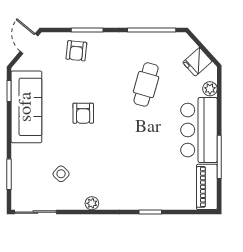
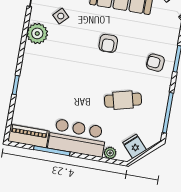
armchair: (76, 51) -> (155, 63), moved
cafe table: (146, 84) -> (123, 100), turned -30
armchair: (83, 113) -> (108, 43), turned -90
plant: (92, 203) -> (37, 33), width x1.88, depth x1.88

